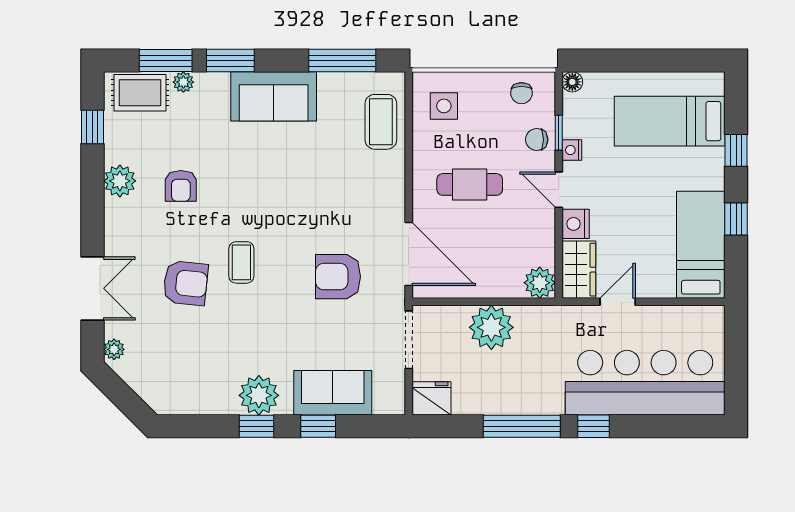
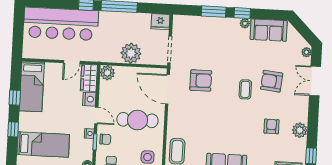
cafe table: (470, 184) -> (137, 120), width x1.37, depth x1.35
sofa: (333, 393) -> (269, 30), moved
plant: (259, 395) -> (245, 23), width x0.53, depth x0.53
window: (318, 426) -> (214, 12), width x1.50

